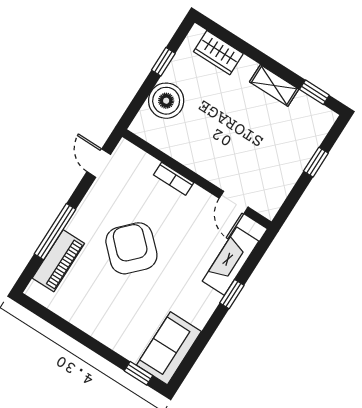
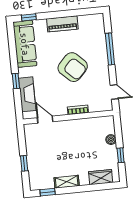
boiler: (166, 101) -> (111, 140), width x0.54, depth x0.54
piano: (58, 261) -> (62, 24), moved, turned -90
sofa: (169, 348) -> (25, 44), width x1.36

